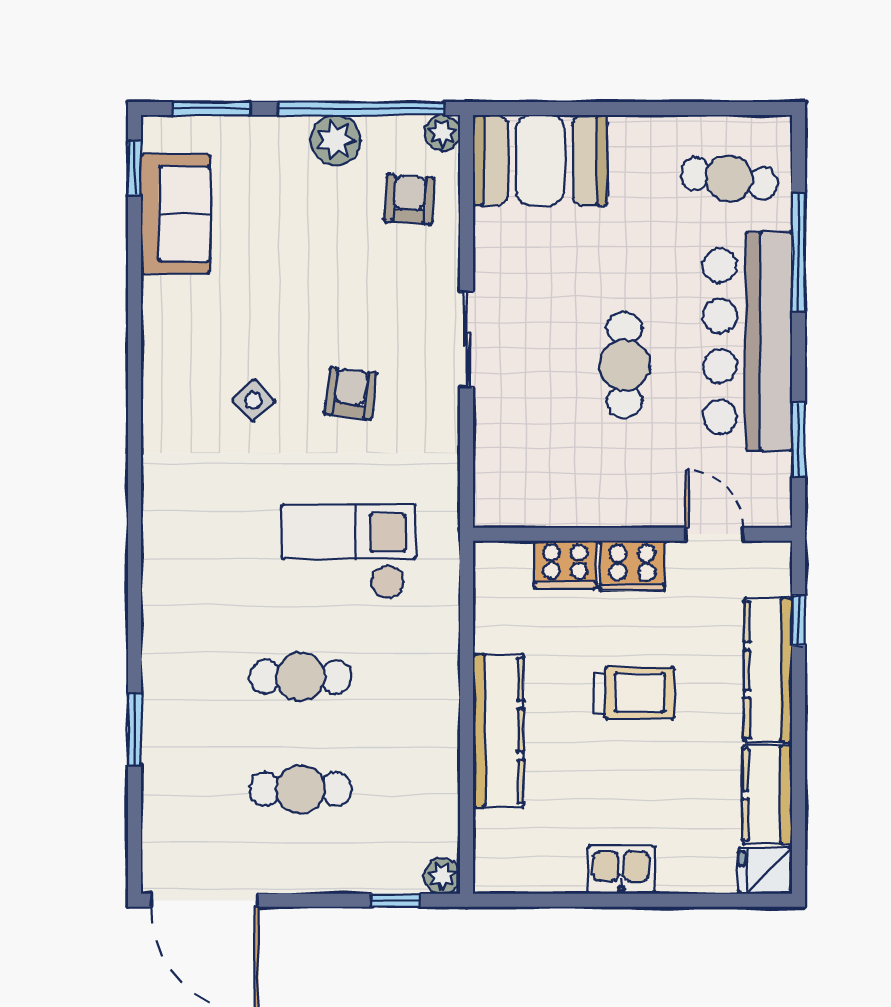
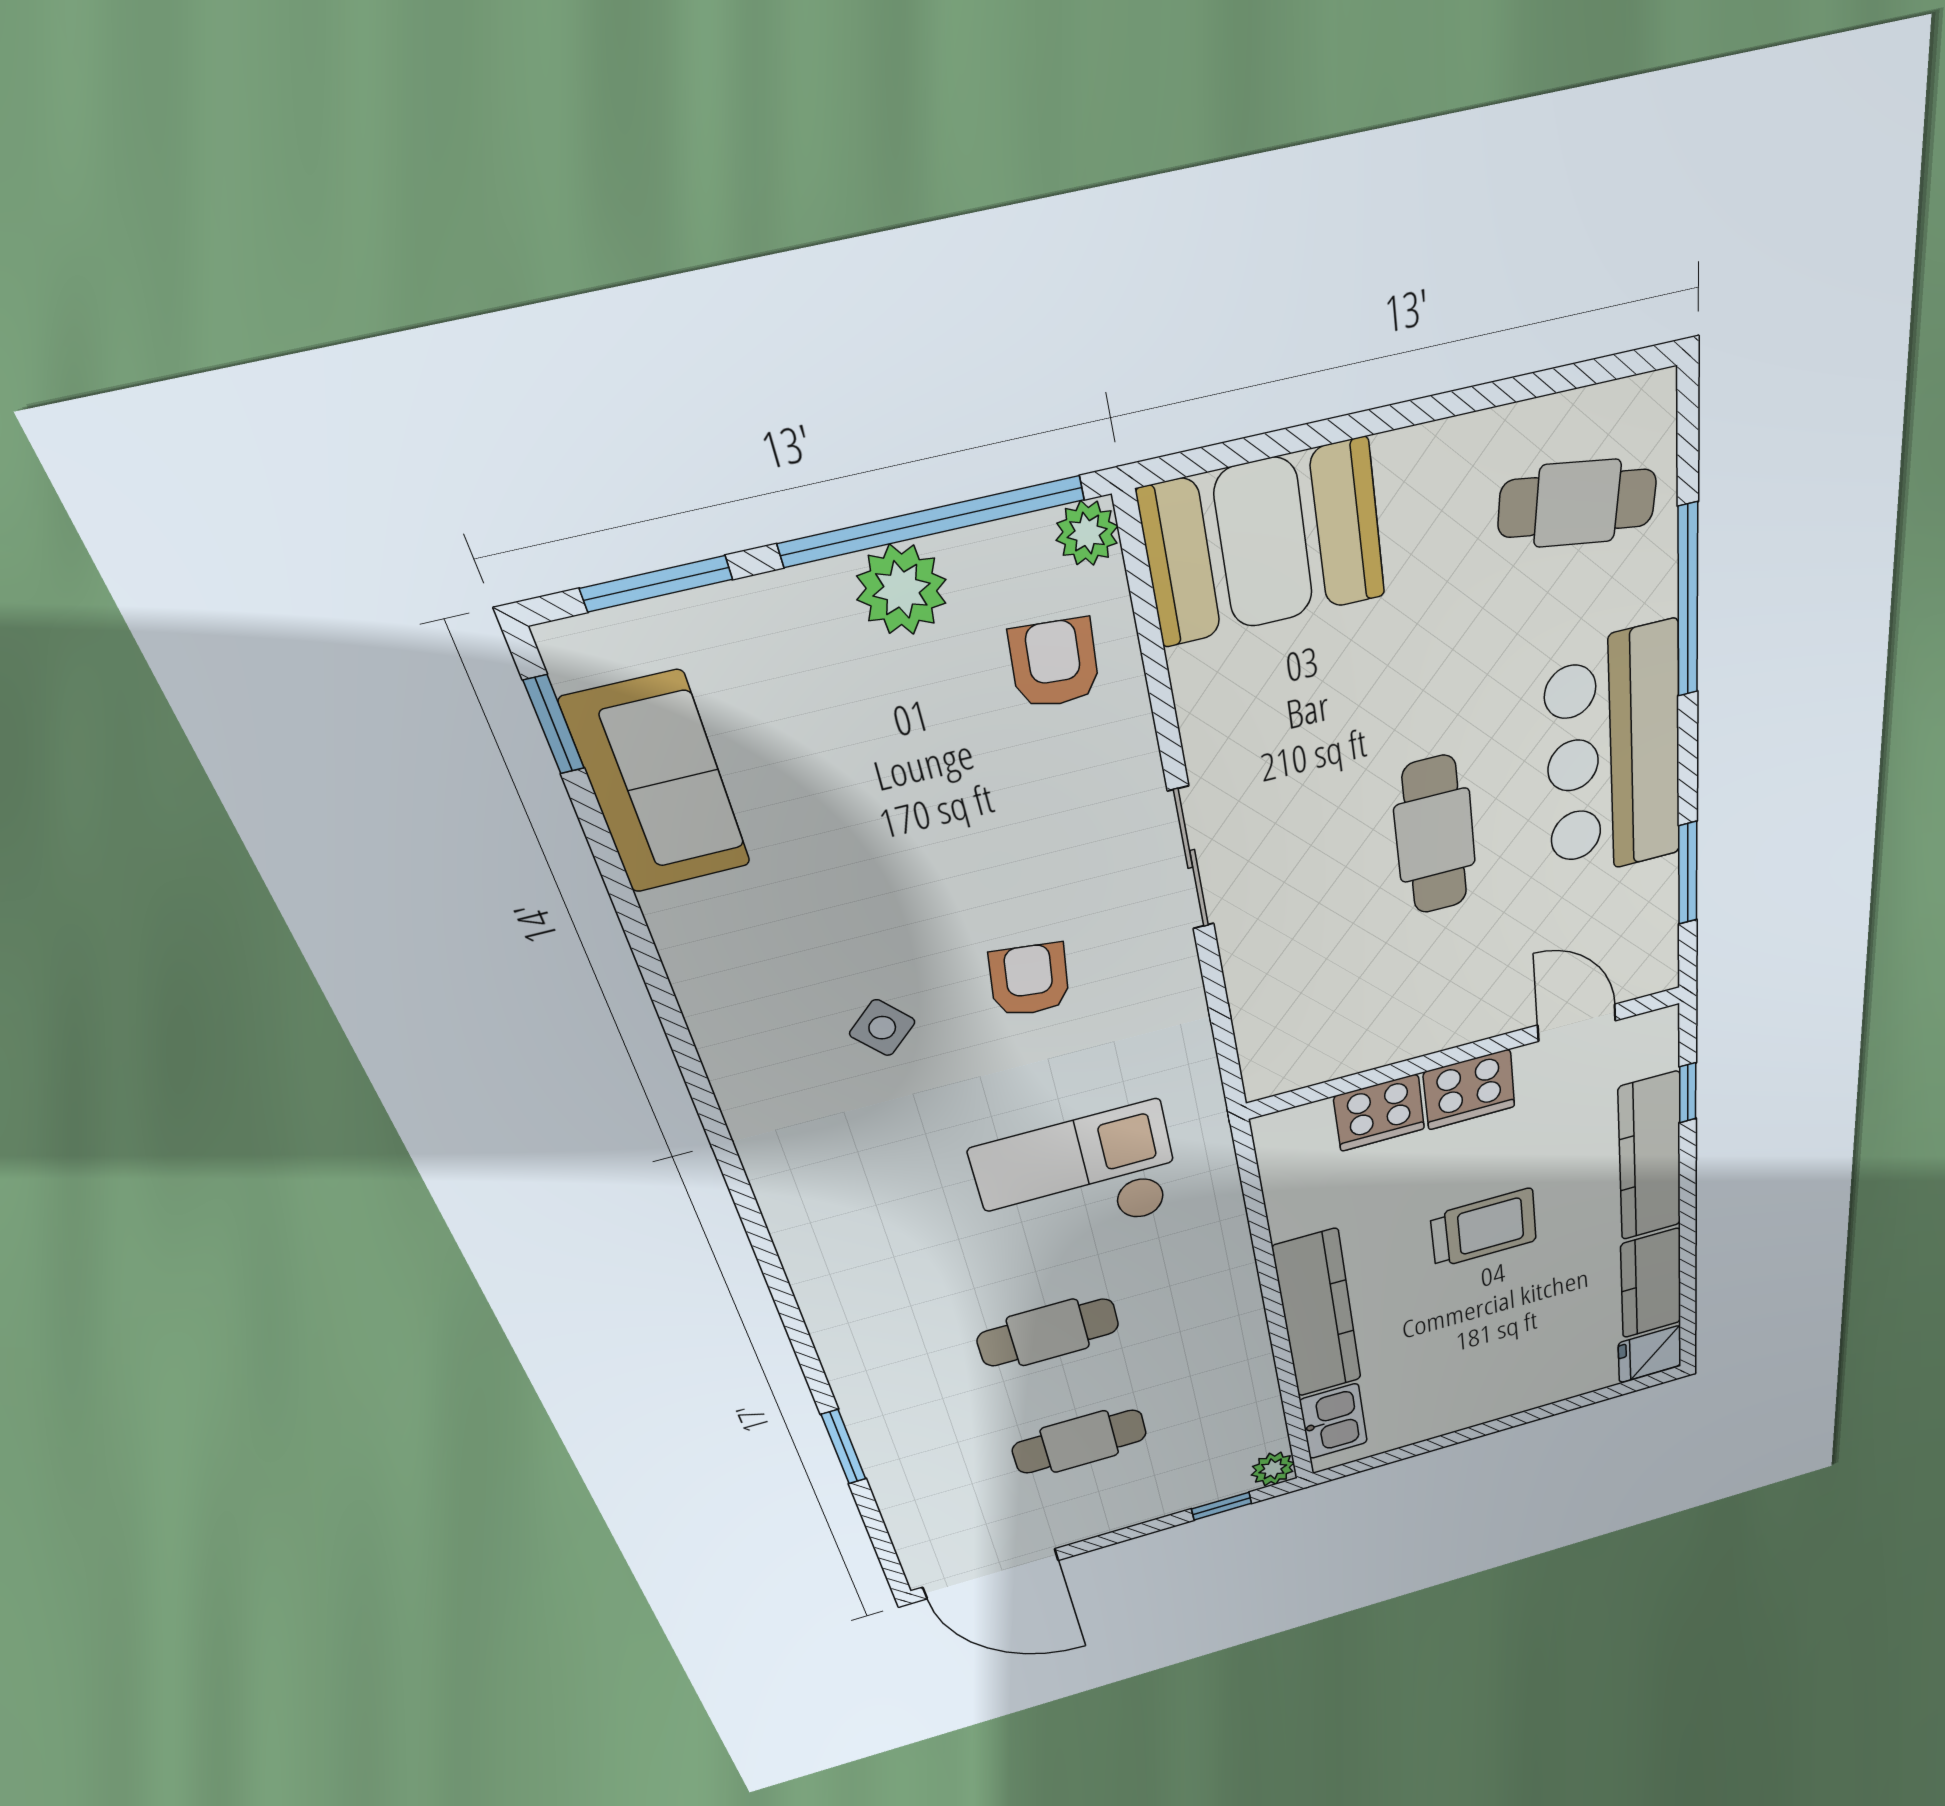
bar counter: (747, 341) -> (1614, 755), width x0.73
kitchen sink: (621, 870) -> (1334, 1421), moved, turned 90

